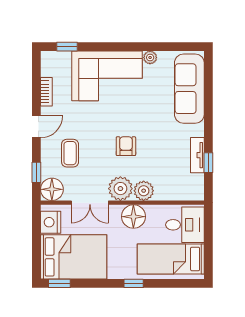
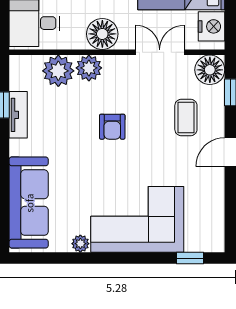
bookcase: (46, 92) -> (217, 198), removed
plant: (120, 189) -> (58, 71), moved

